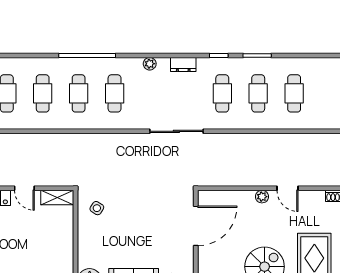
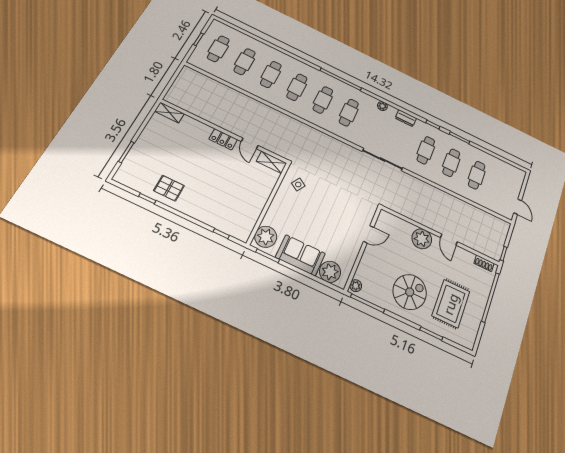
plant: (262, 197) -> (422, 239), width x1.87, depth x1.87
door: (196, 226) -> (369, 234), width x0.53

